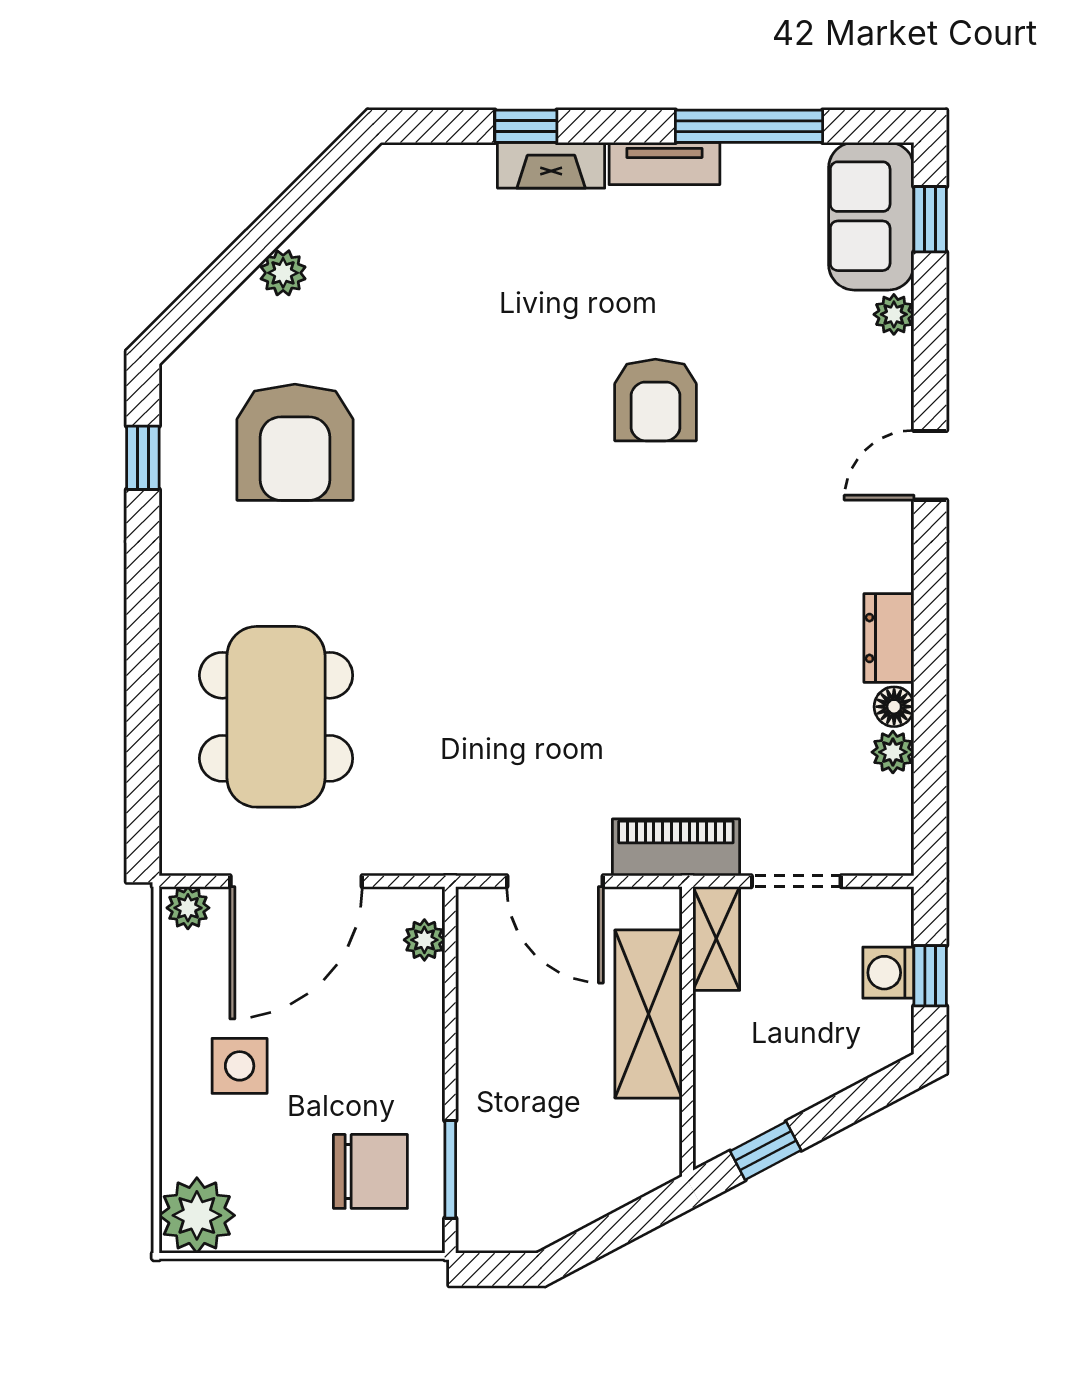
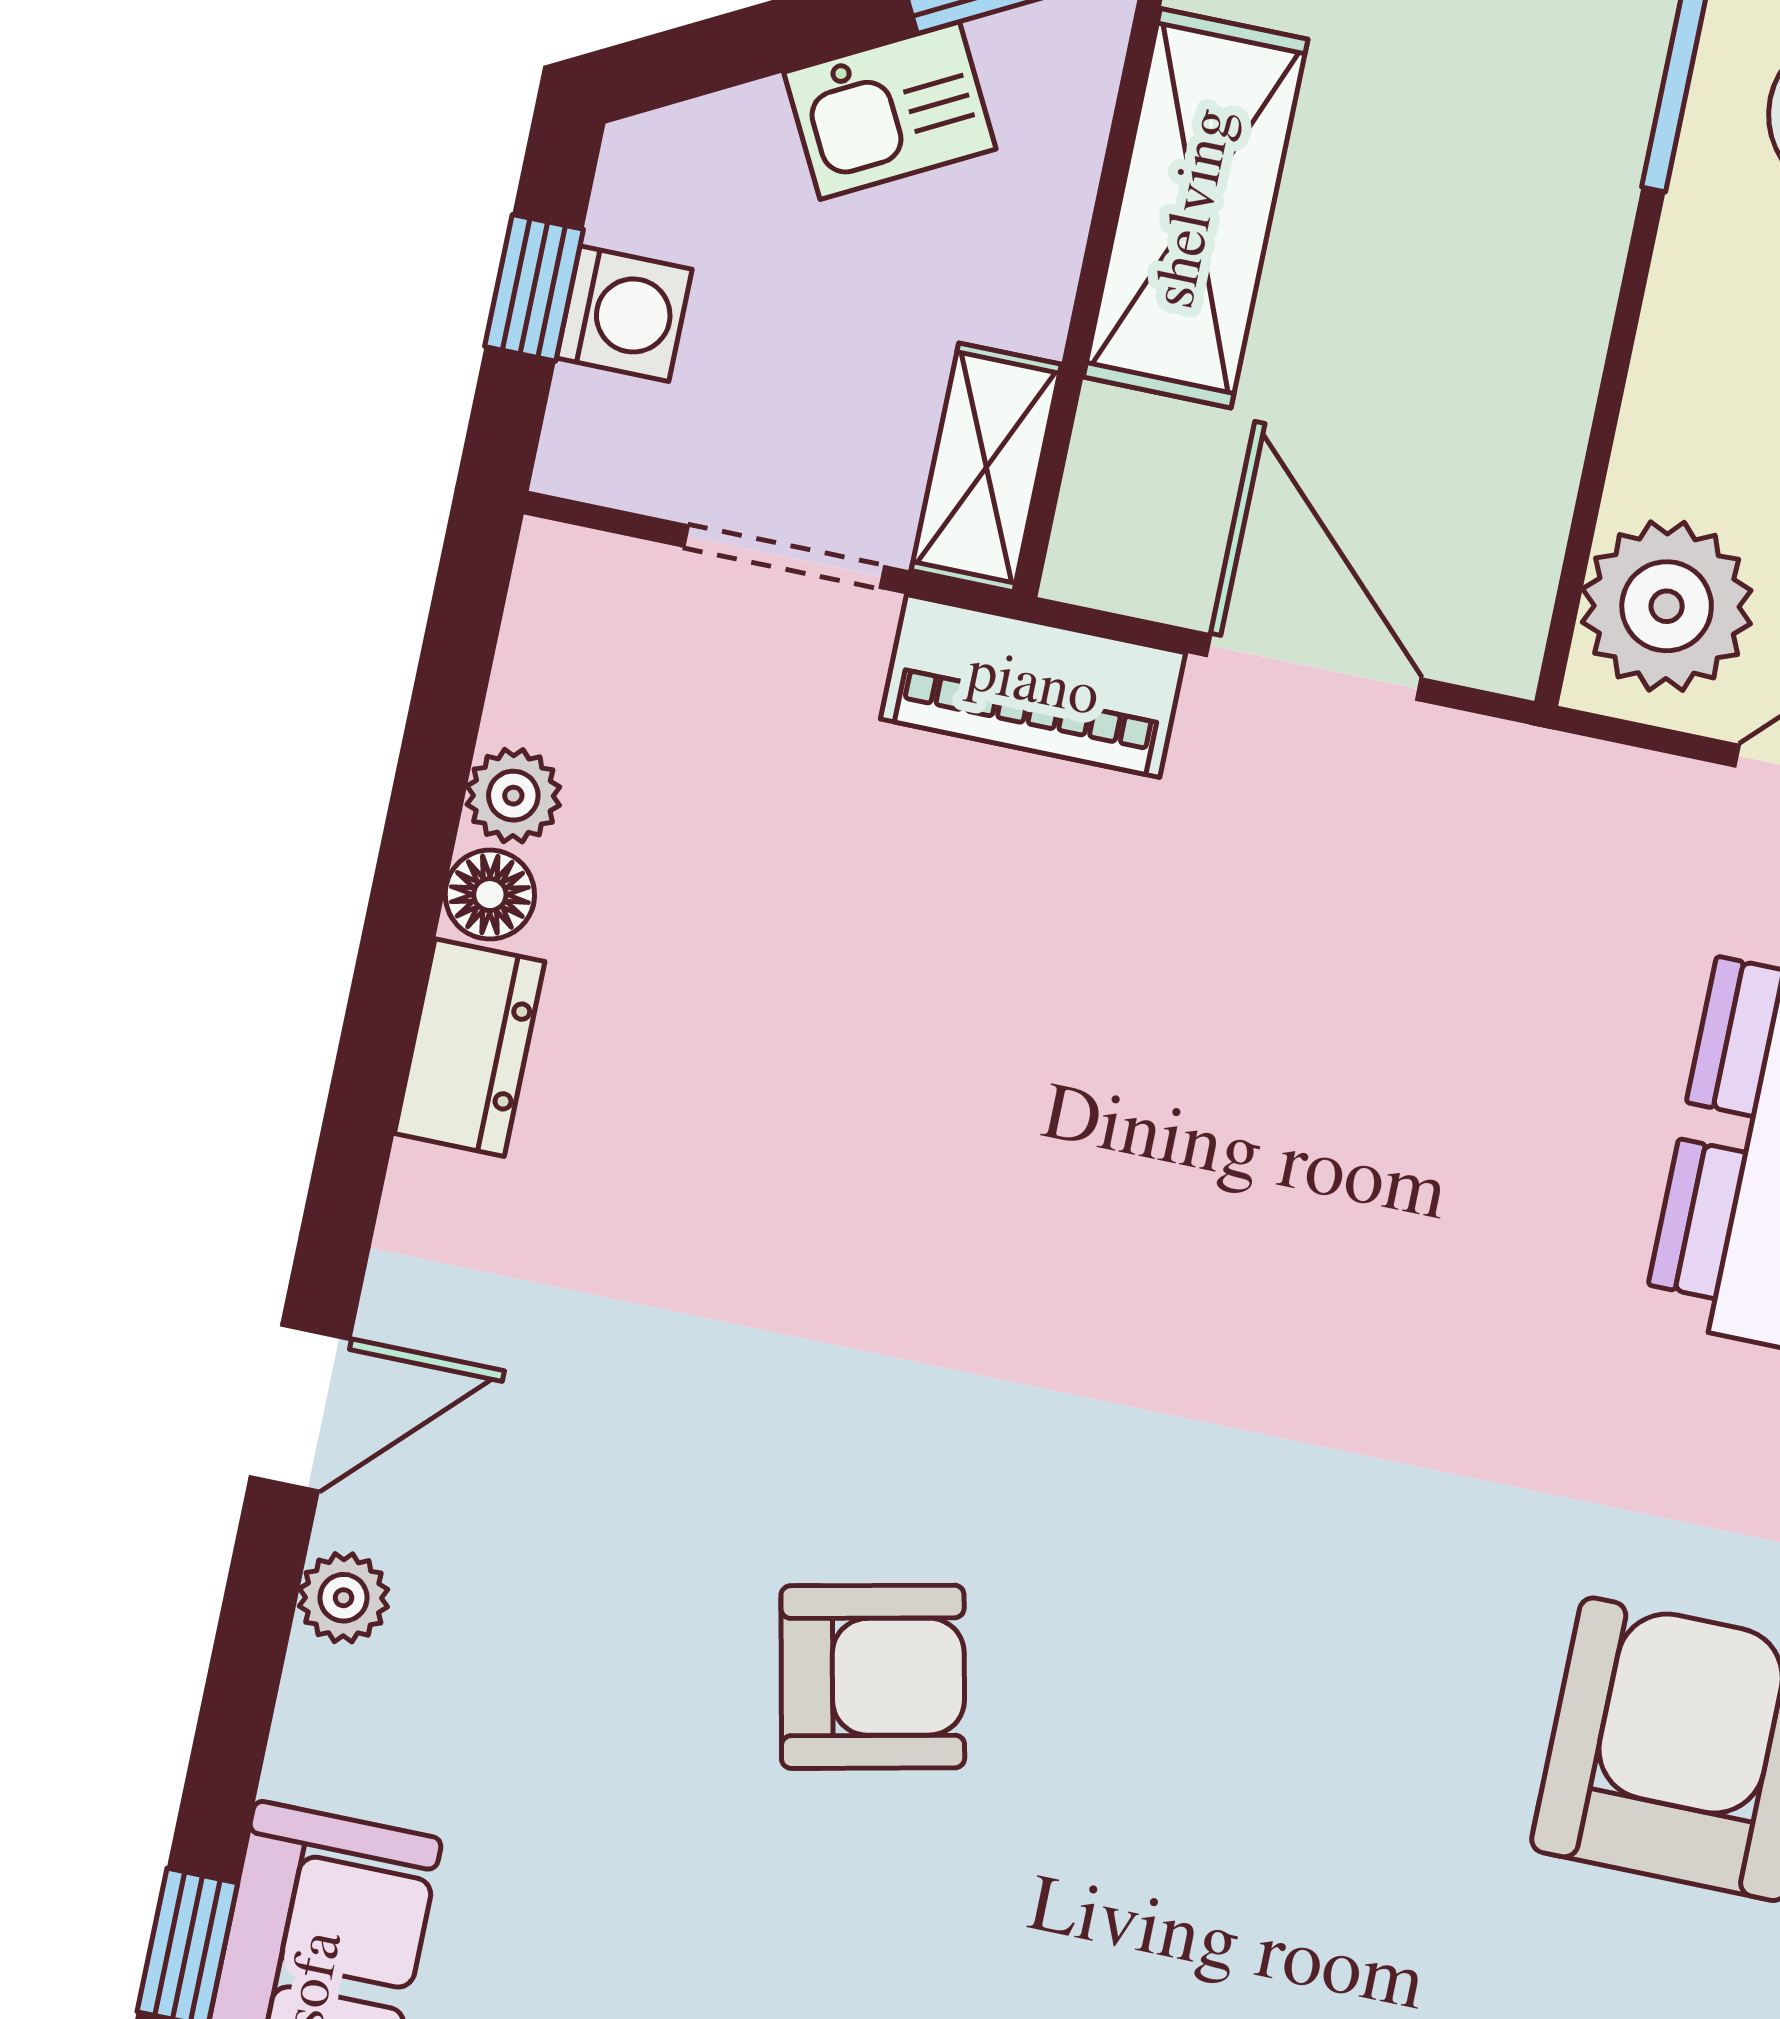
plant: (894, 314) -> (343, 1598), moved
armchair: (655, 400) -> (873, 1677), turned 78
plant: (424, 940) -> (1667, 606), width x1.87, depth x1.87
shelving: (648, 1014) -> (1196, 208), moved
kitchen sink: (791, 1086) -> (890, 111), added

